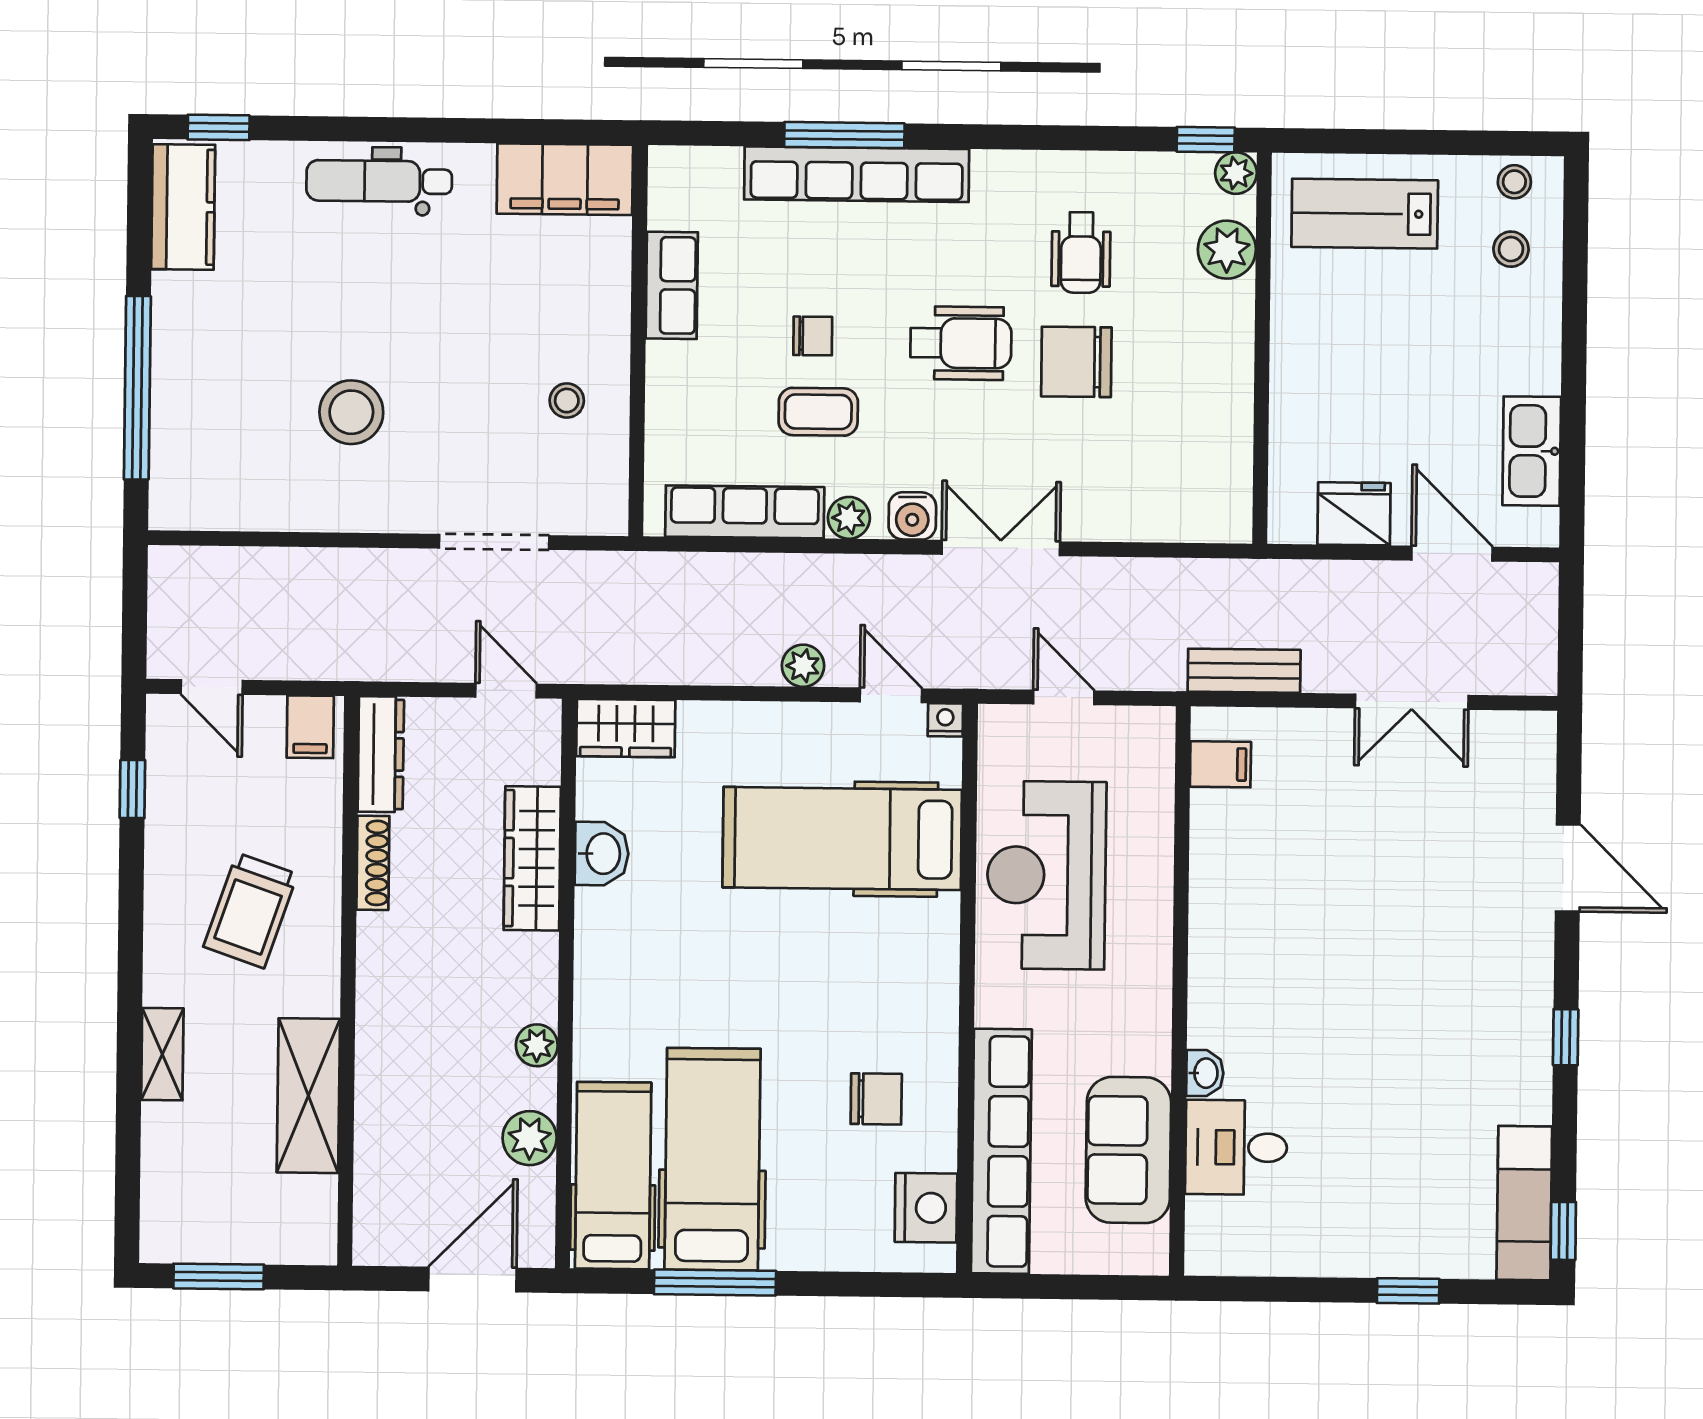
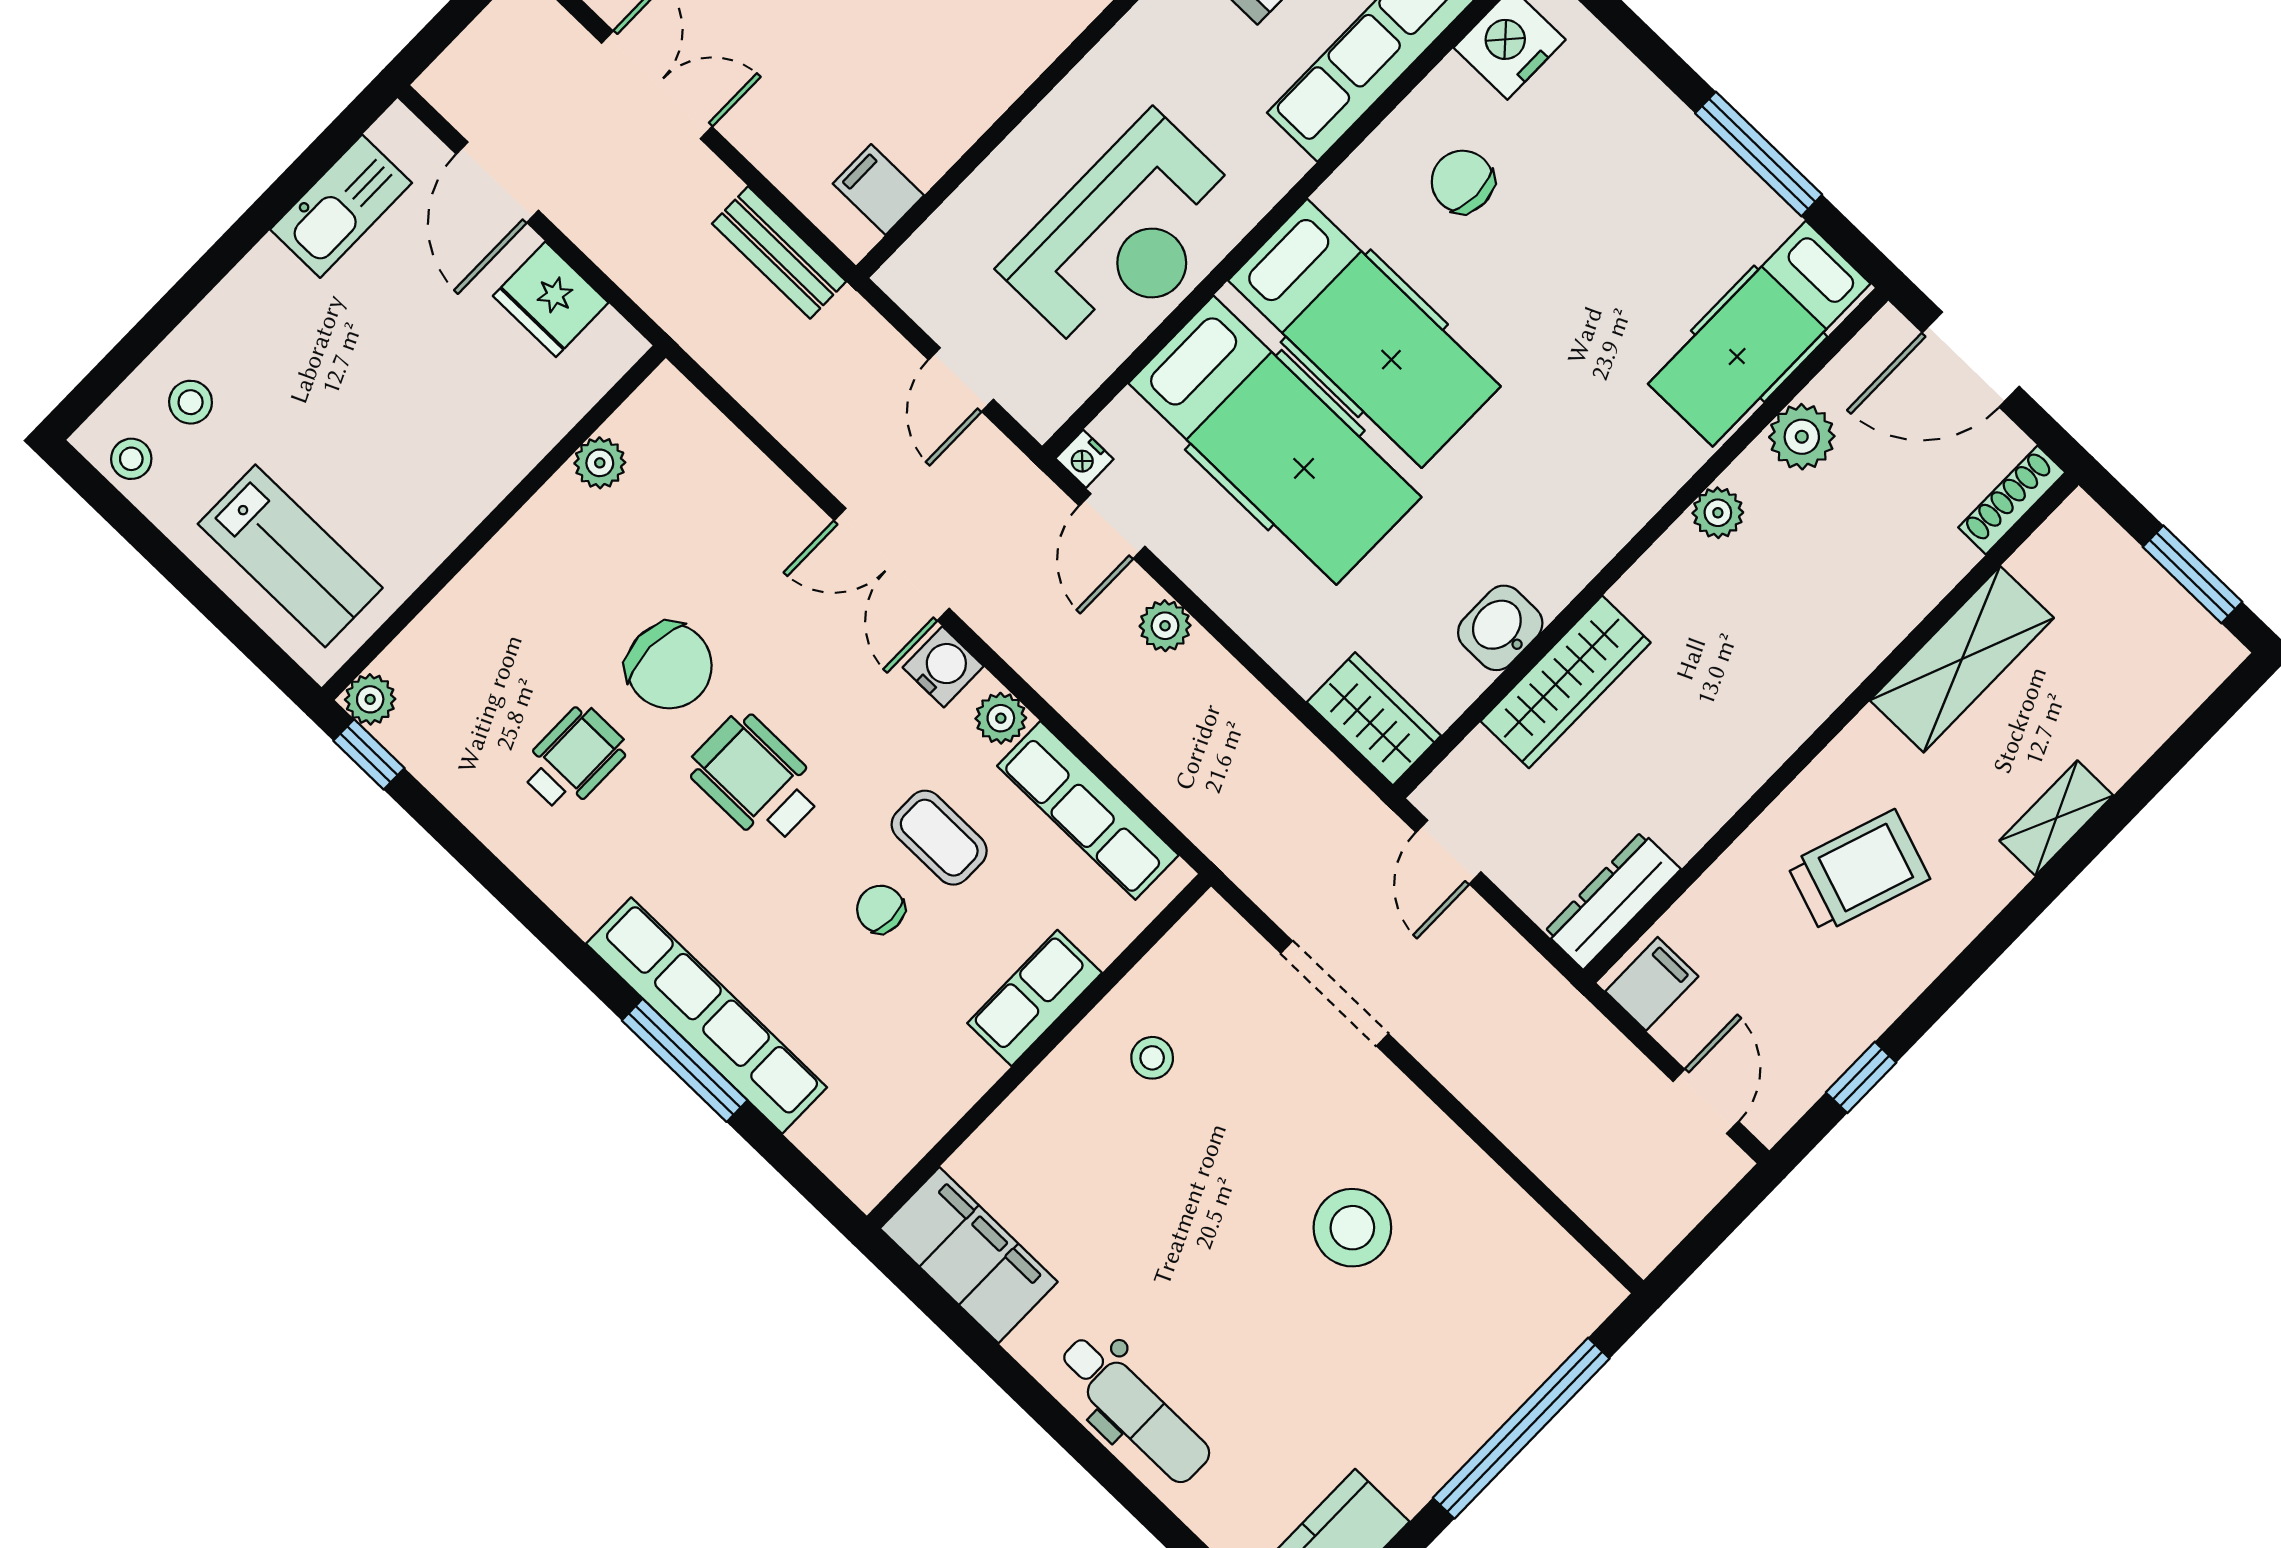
plant: (1227, 250) -> (600, 463), moved, width x0.73, depth x0.73
row of seats: (672, 285) -> (1035, 998), moved
shoe rack: (373, 863) -> (2012, 500), moved
hospital bed: (713, 1159) -> (1364, 333), moved, turned -90

